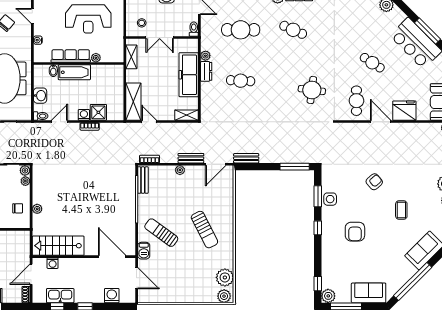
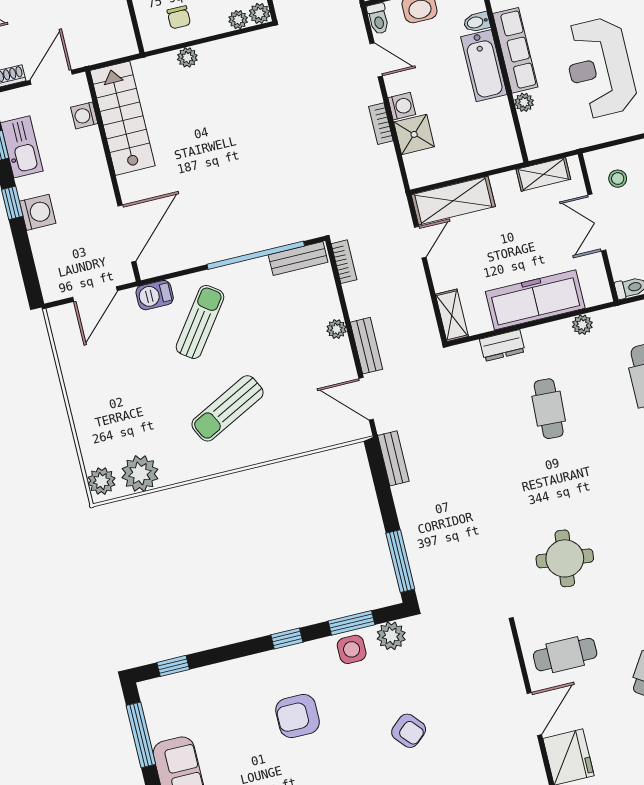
dresser: (206, 71) -> (502, 345), moved
door: (31, 274) -> (51, 77), hinge flipped
washing machine: (112, 296) -> (38, 212), moved
plant: (328, 296) -> (391, 636), moved

